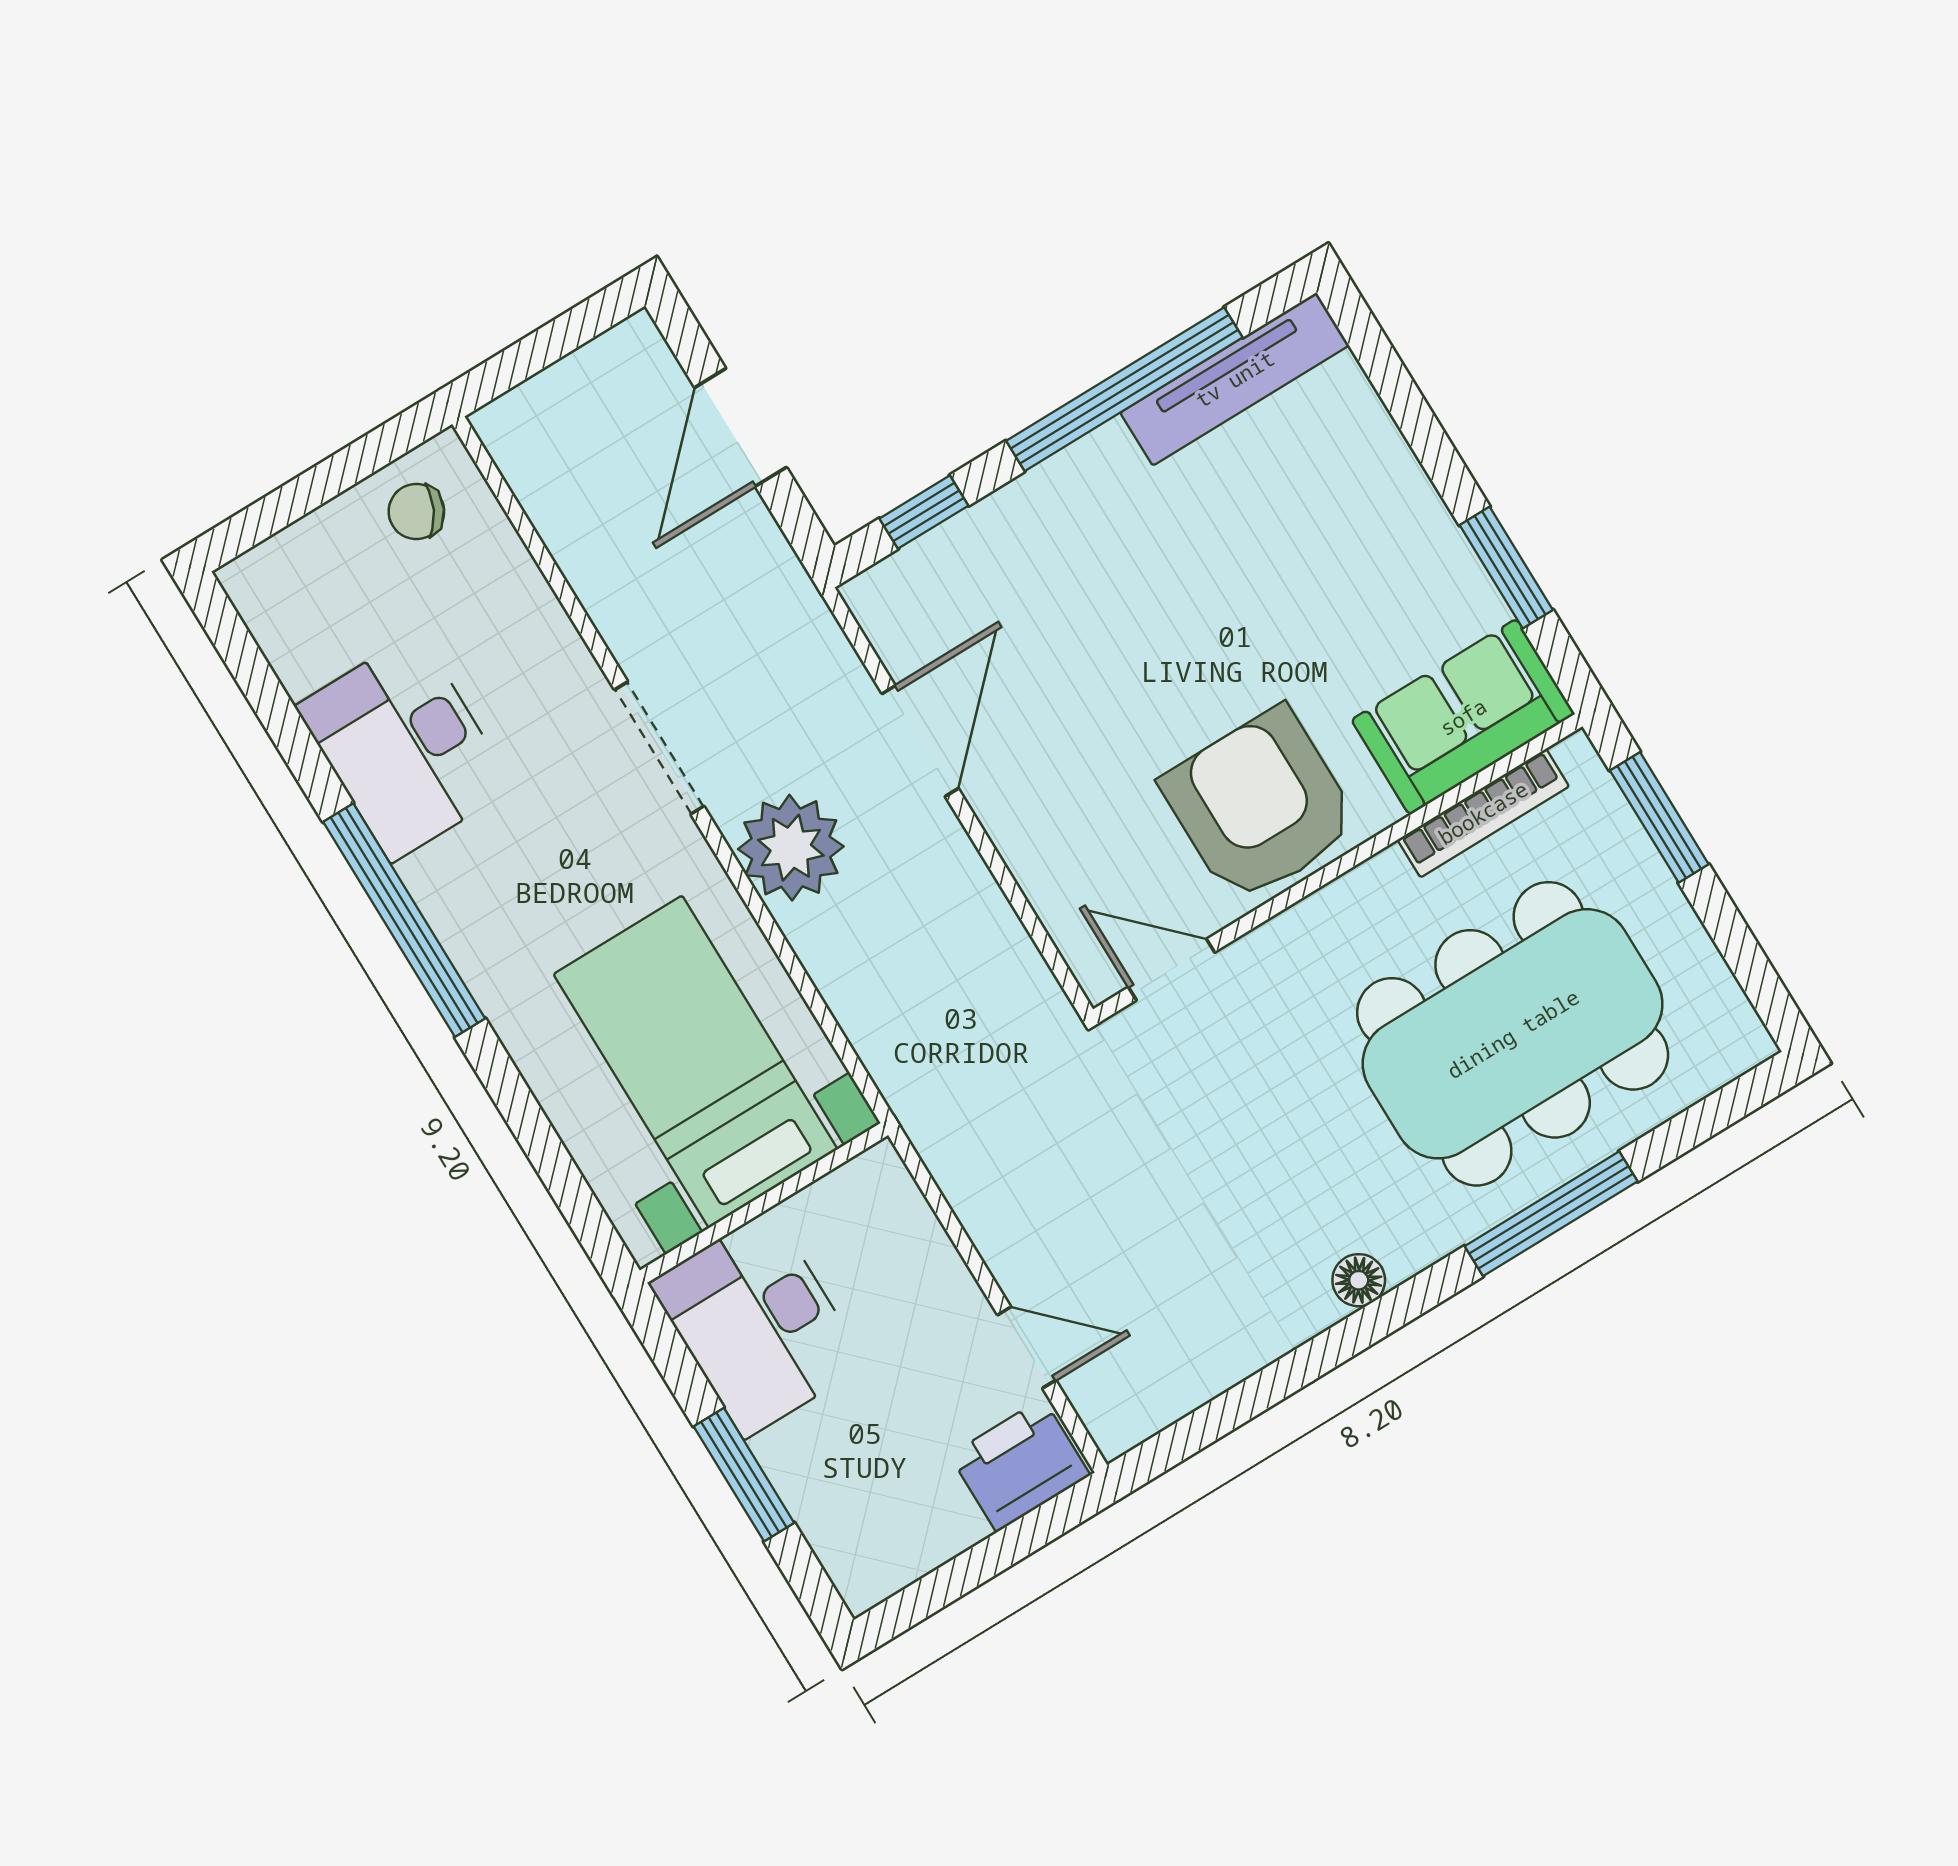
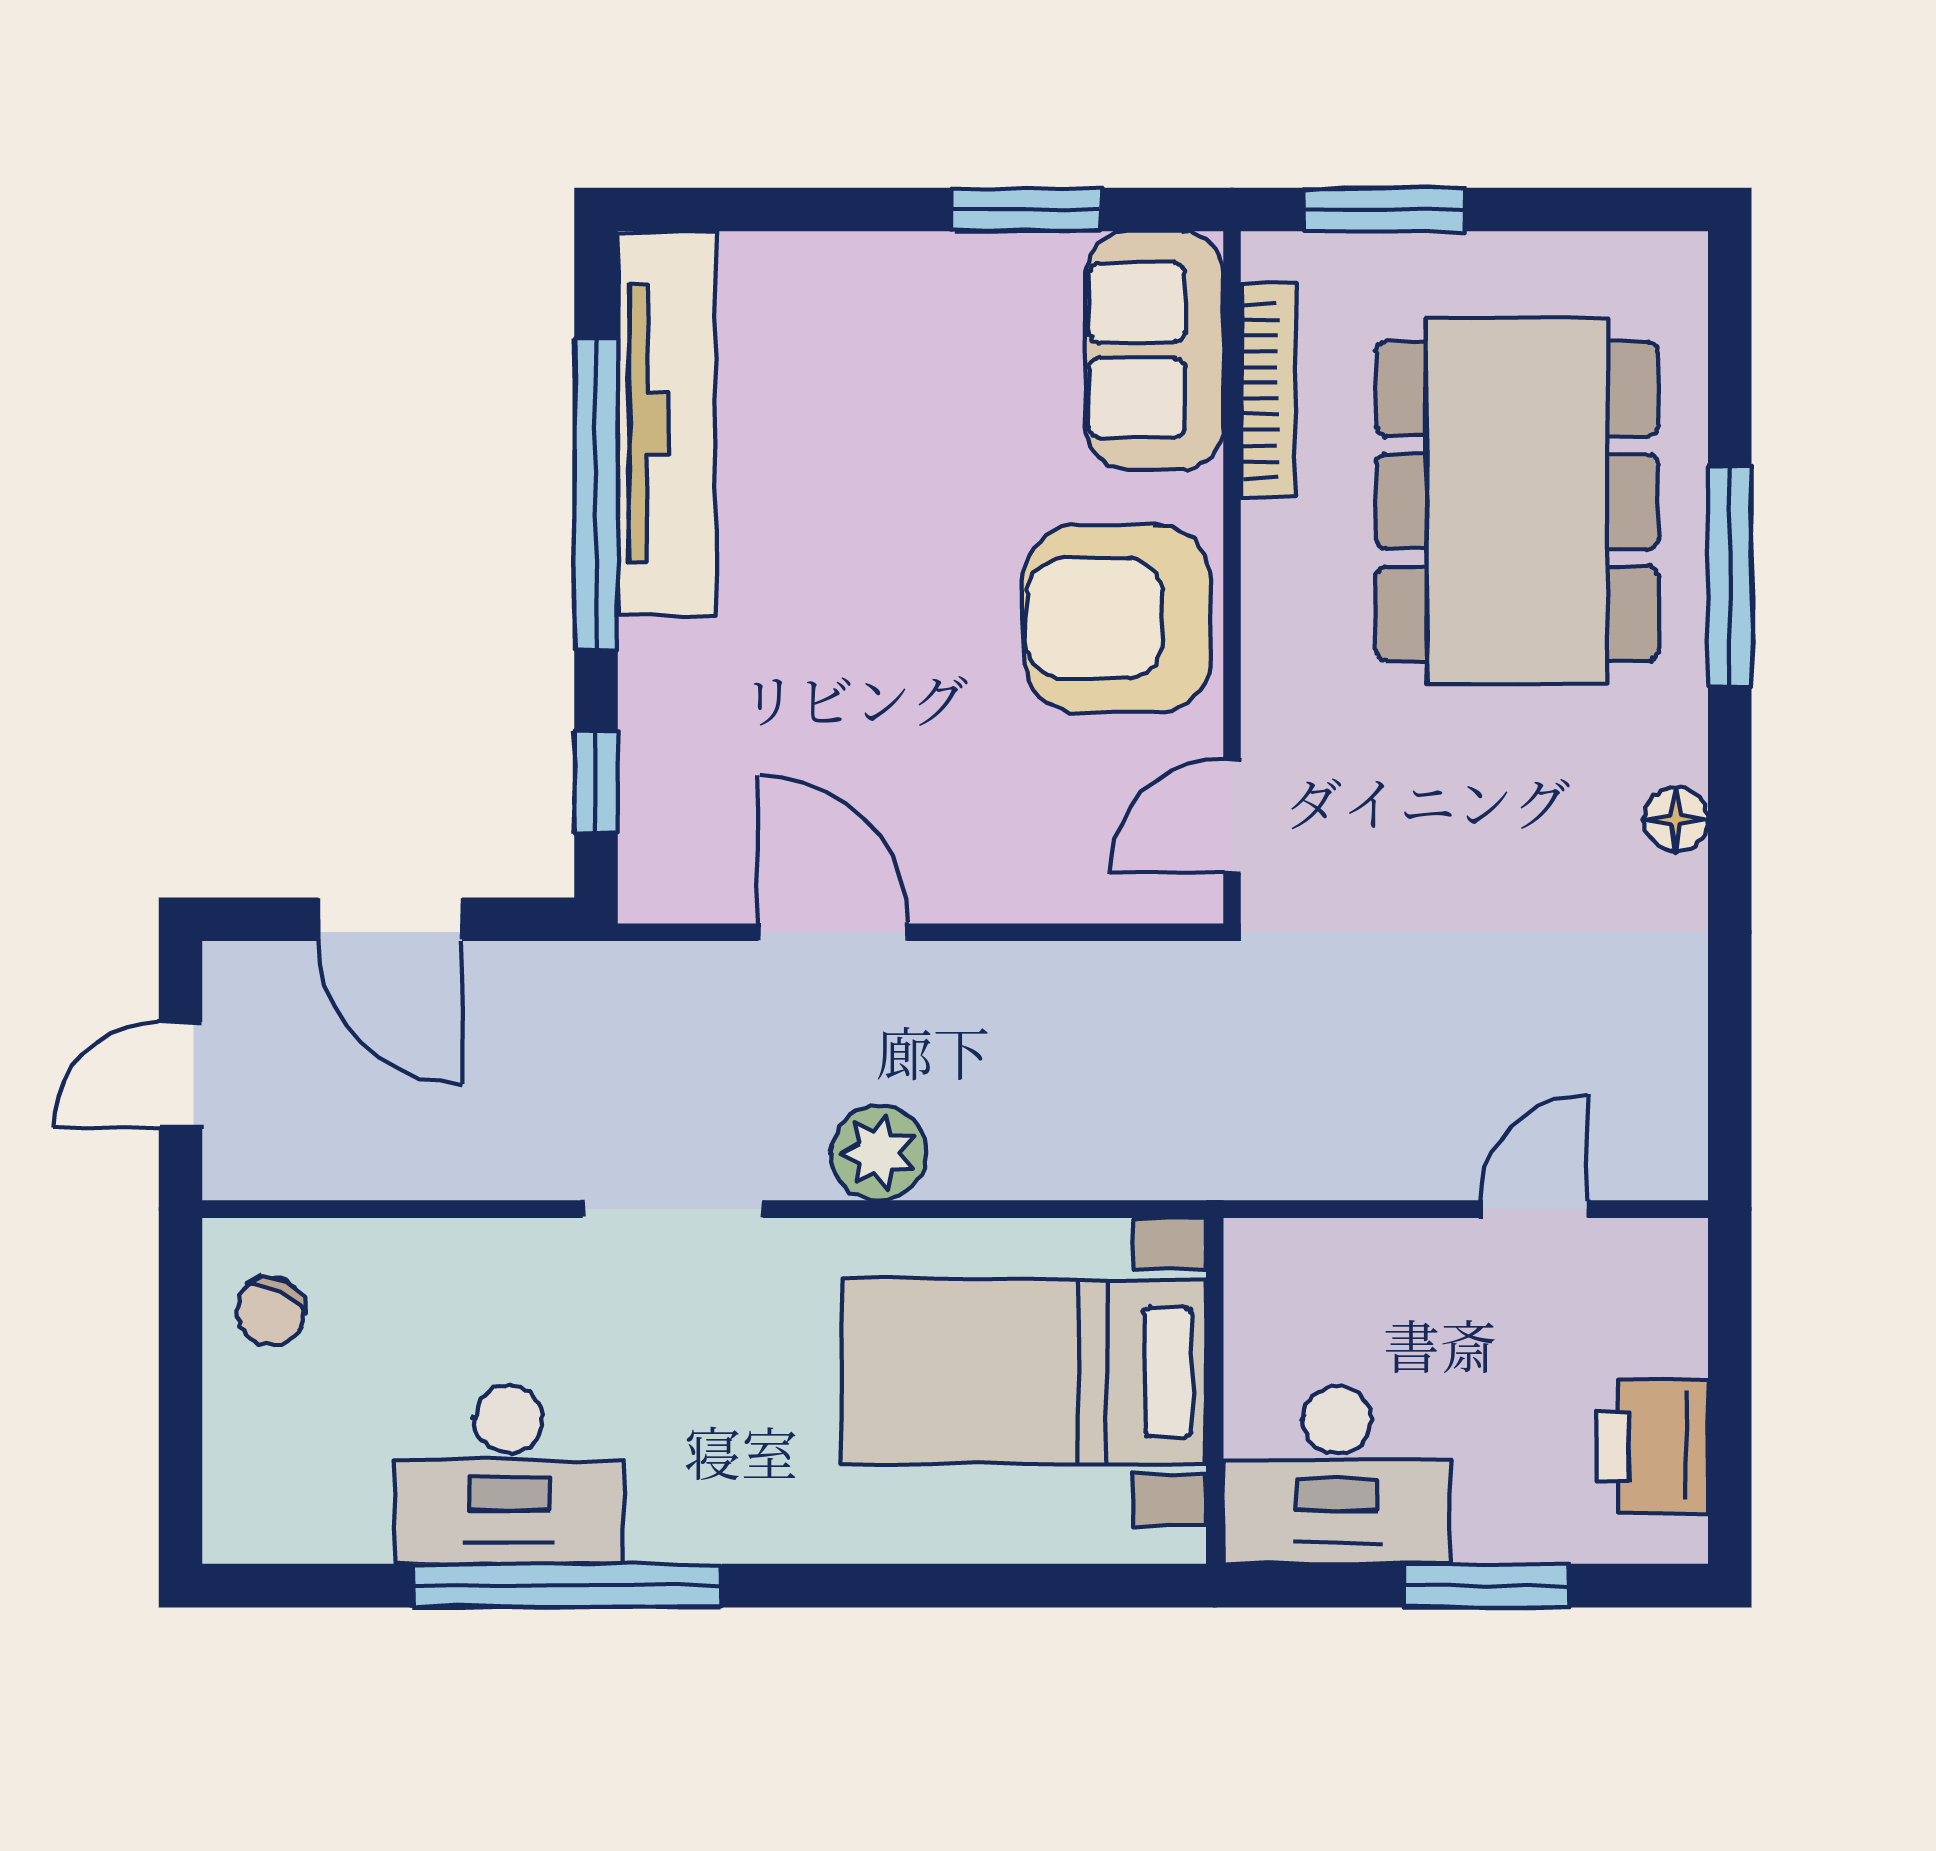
door: (543, 348) -> (181, 1075), added
tv unit: (1235, 379) -> (667, 423), width x1.36, depth x1.29
plant: (791, 848) -> (879, 1153), width x0.73, depth x0.73
window: (404, 920) -> (567, 1586), moved
printer: (1020, 1465) -> (1652, 1446), moved

